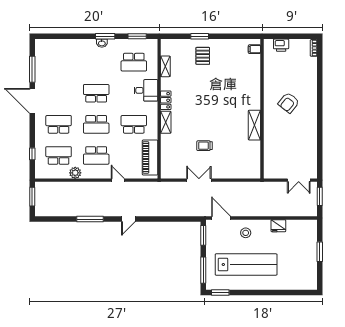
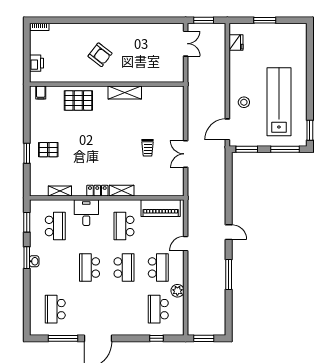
pallet: (247, 83) -> (78, 100), added
school desk: (59, 124) -> (55, 309), moved
fridge: (278, 226) -> (236, 43), moved

